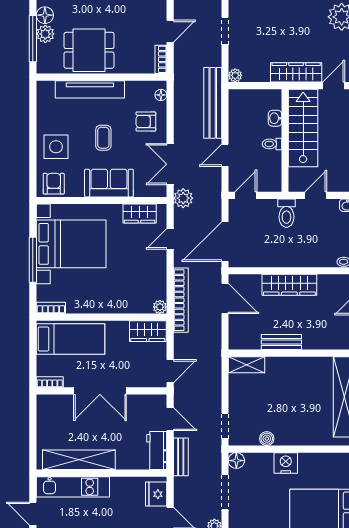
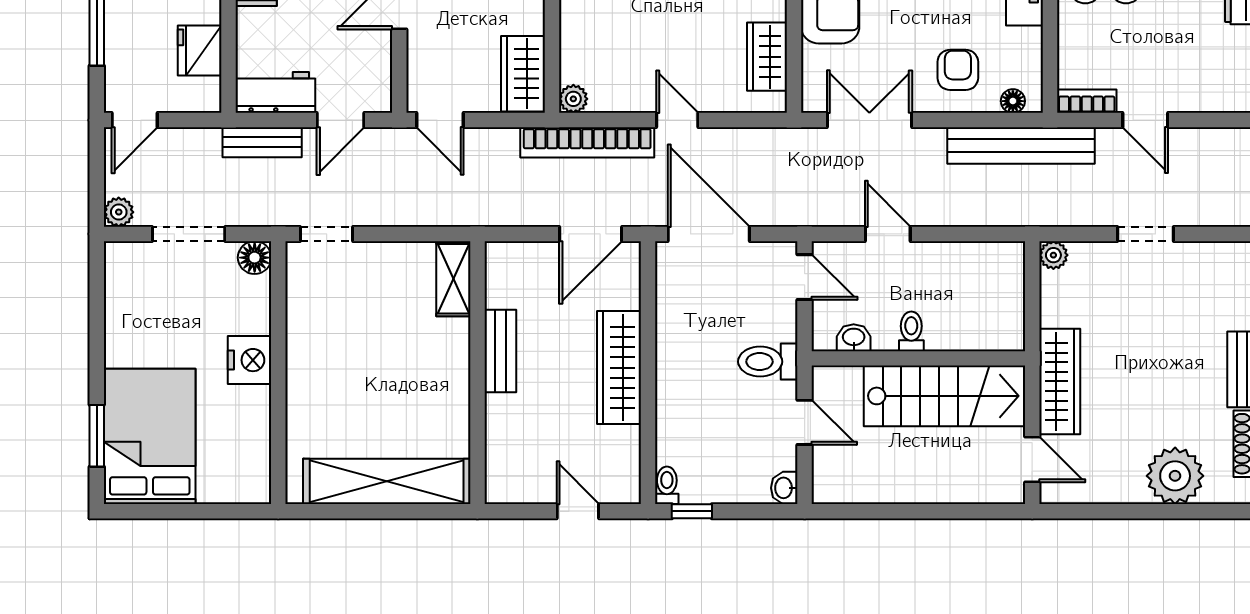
bench: (213, 103) -> (1021, 146), moved
washbasin: (275, 118) -> (854, 338), moved
plant: (183, 198) -> (799, 147), removed
door: (170, 239) -> (677, 120), moved
boiler: (267, 439) -> (300, 321), removed
fridge: (156, 494) -> (200, 50), moved, turned -90

